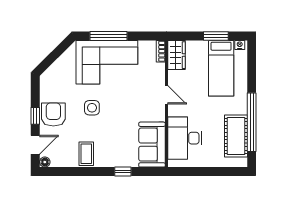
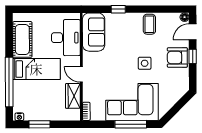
wardrobe: (176, 55) -> (73, 96), moved
bed: (221, 68) -> (36, 69), moved, turned 90
armchair: (53, 114) -> (177, 57), turned 90
window: (252, 122) -> (9, 82), moved

